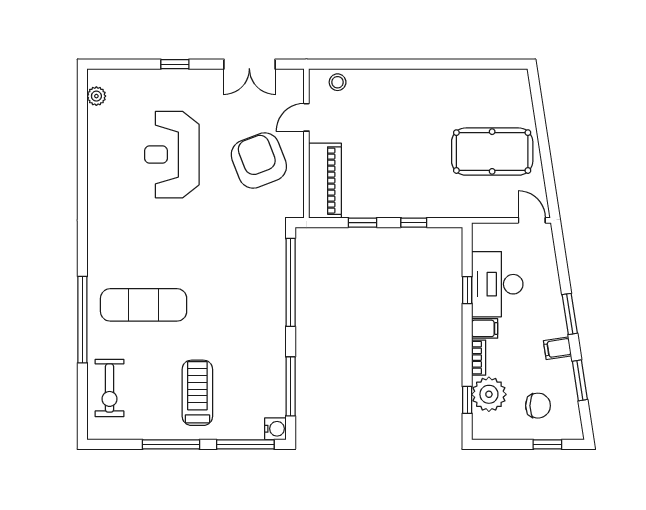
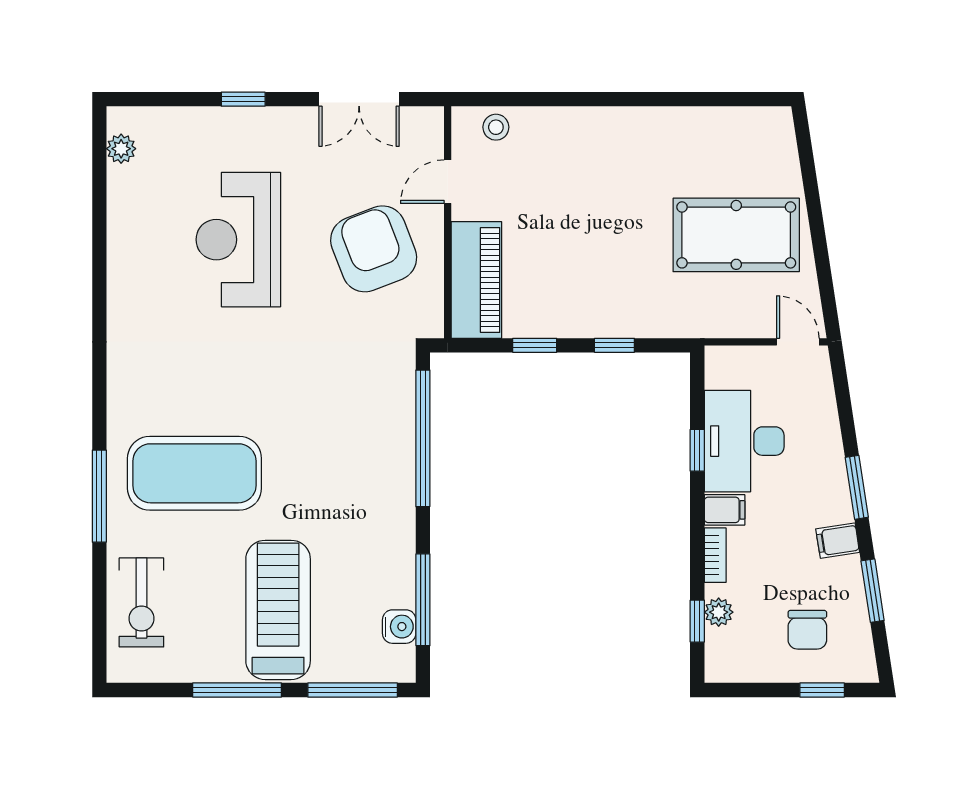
exercise mat: (144, 305) -> (194, 473), width x1.47
window: (82, 320) -> (99, 496), width x0.68
treadmill: (197, 393) -> (278, 610), width x1.37, depth x1.38
plant: (489, 394) -> (719, 612), width x0.53, depth x0.53
chair: (538, 406) -> (807, 630), turned 90
water cooler: (275, 429) -> (399, 627), moved

